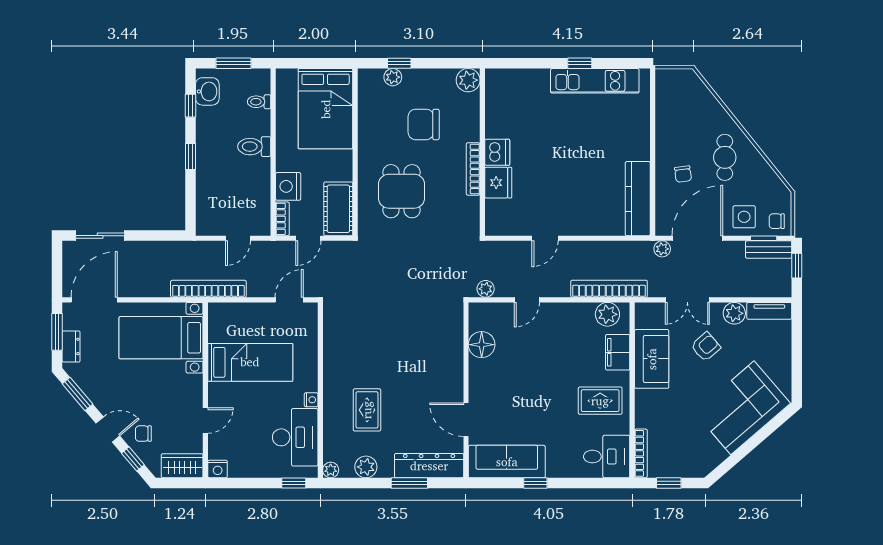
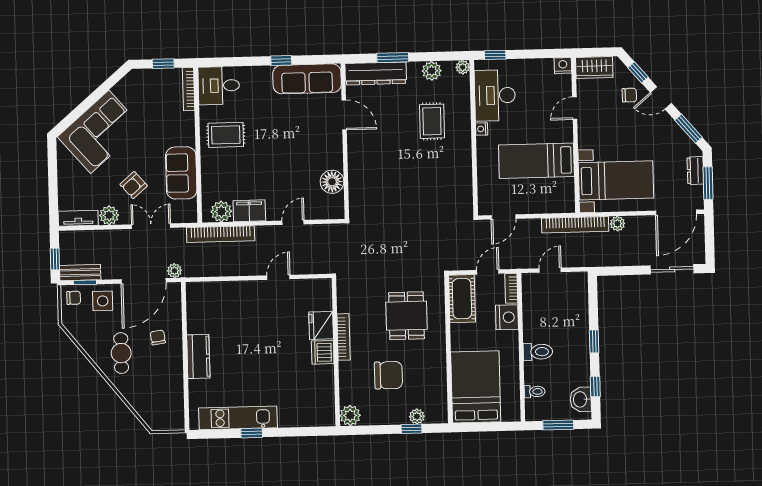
kitchen counter: (638, 199) -> (198, 356), moved, width x0.67
plant: (486, 289) -> (617, 224), moved
filing cabinet: (618, 352) -> (249, 211), moved, turned -90

